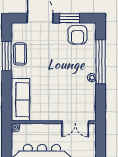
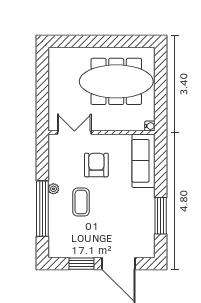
armchair: (77, 35) -> (96, 165), moved
coffee table: (20, 54) -> (81, 202), moved

